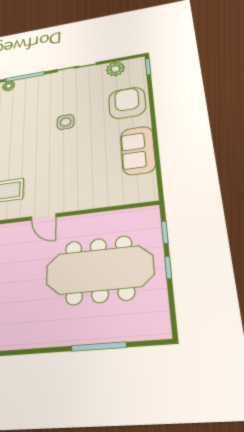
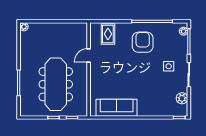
armchair: (127, 103) -> (143, 42), moved, turned -90
side table: (66, 122) -> (169, 66), moved
sofa: (138, 150) -> (117, 108), width x1.36

